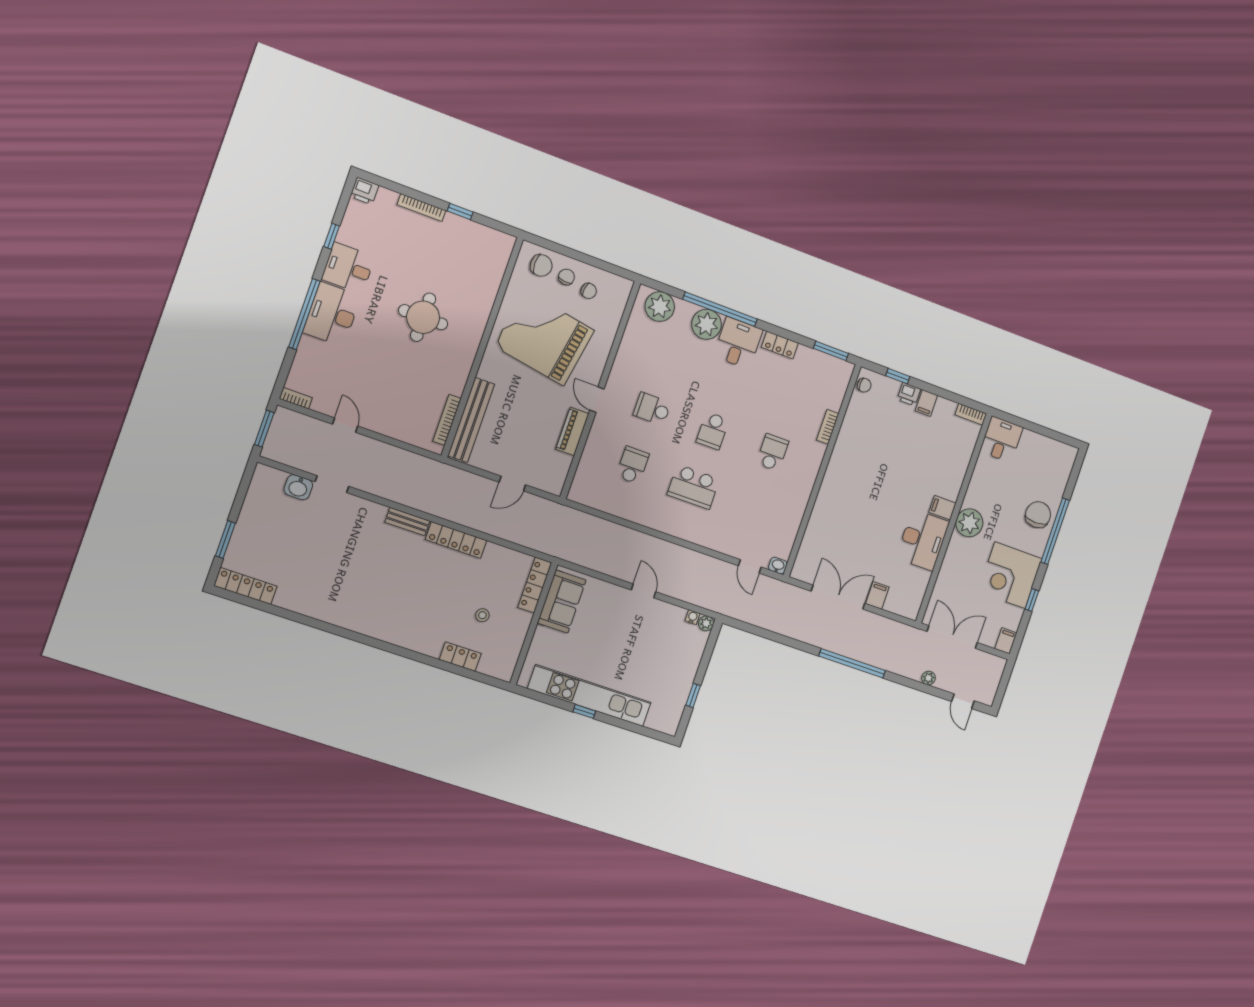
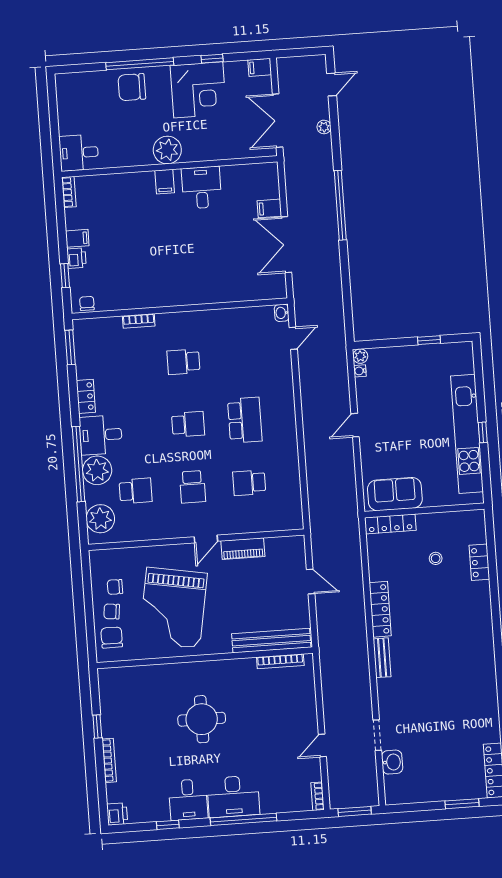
chair: (589, 291) -> (115, 587), turned -99
school desk: (672, 352) -> (136, 491), added
desk: (923, 540) -> (202, 188), width x0.73

